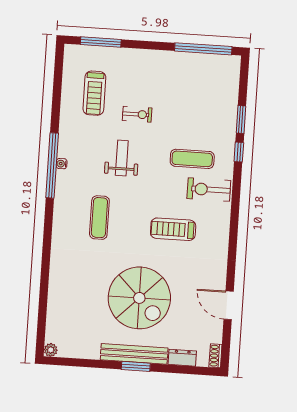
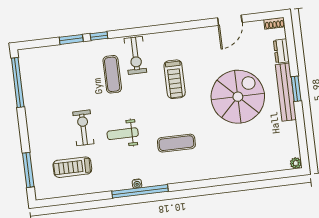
treadmill: (94, 93) -> (72, 167), turned 180
exercise bike: (137, 114) -> (83, 128), width x1.38, depth x1.39

